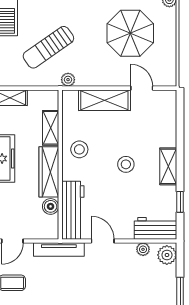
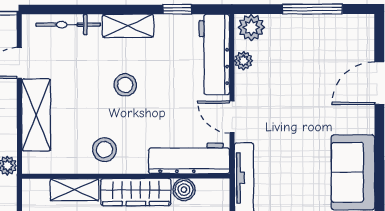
bicycle: (169, 123) -> (68, 25), added
workbench: (155, 228) -> (214, 54), width x1.37
door: (103, 241) -> (232, 117), hinge flipped

